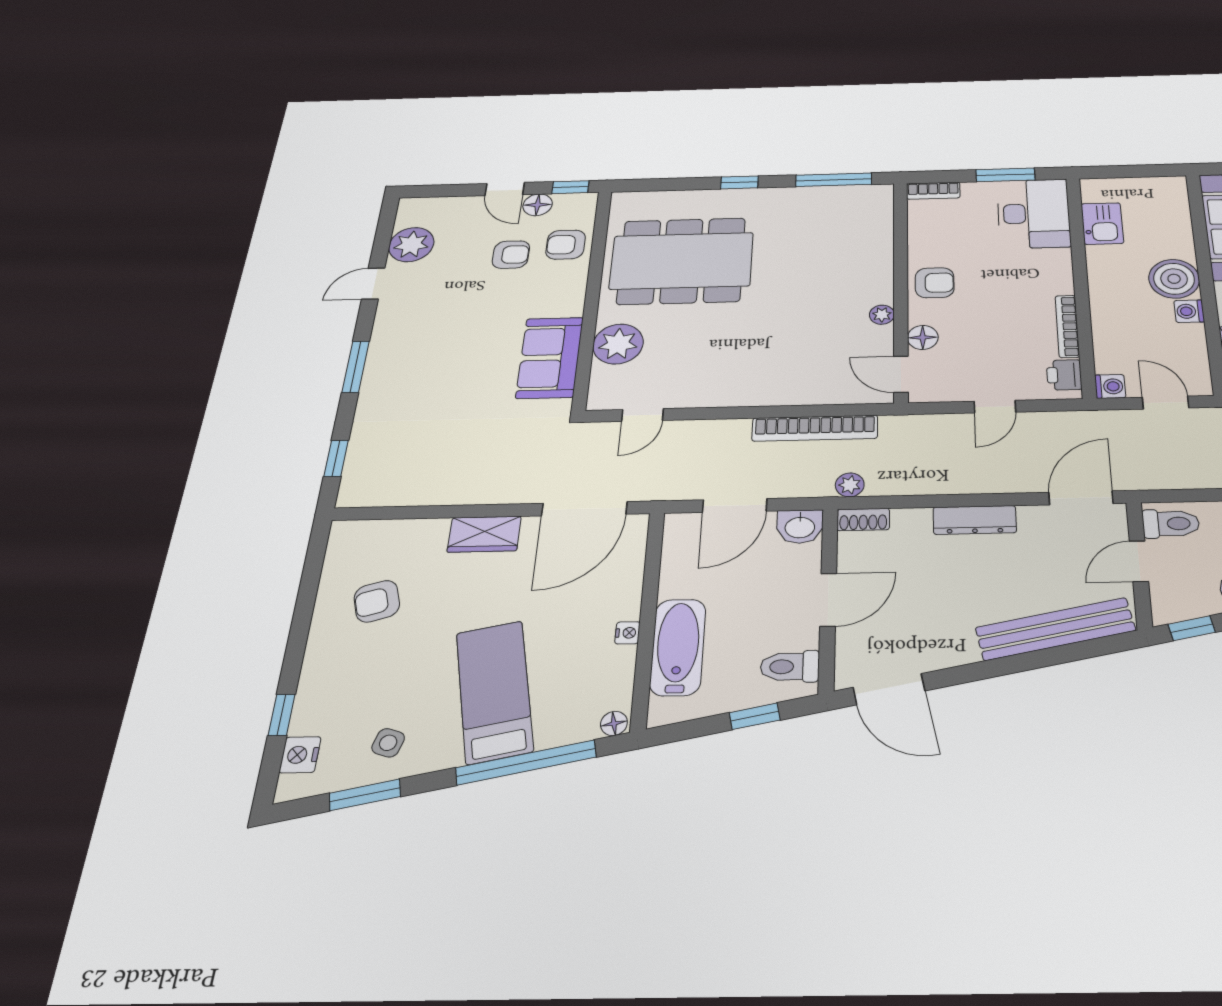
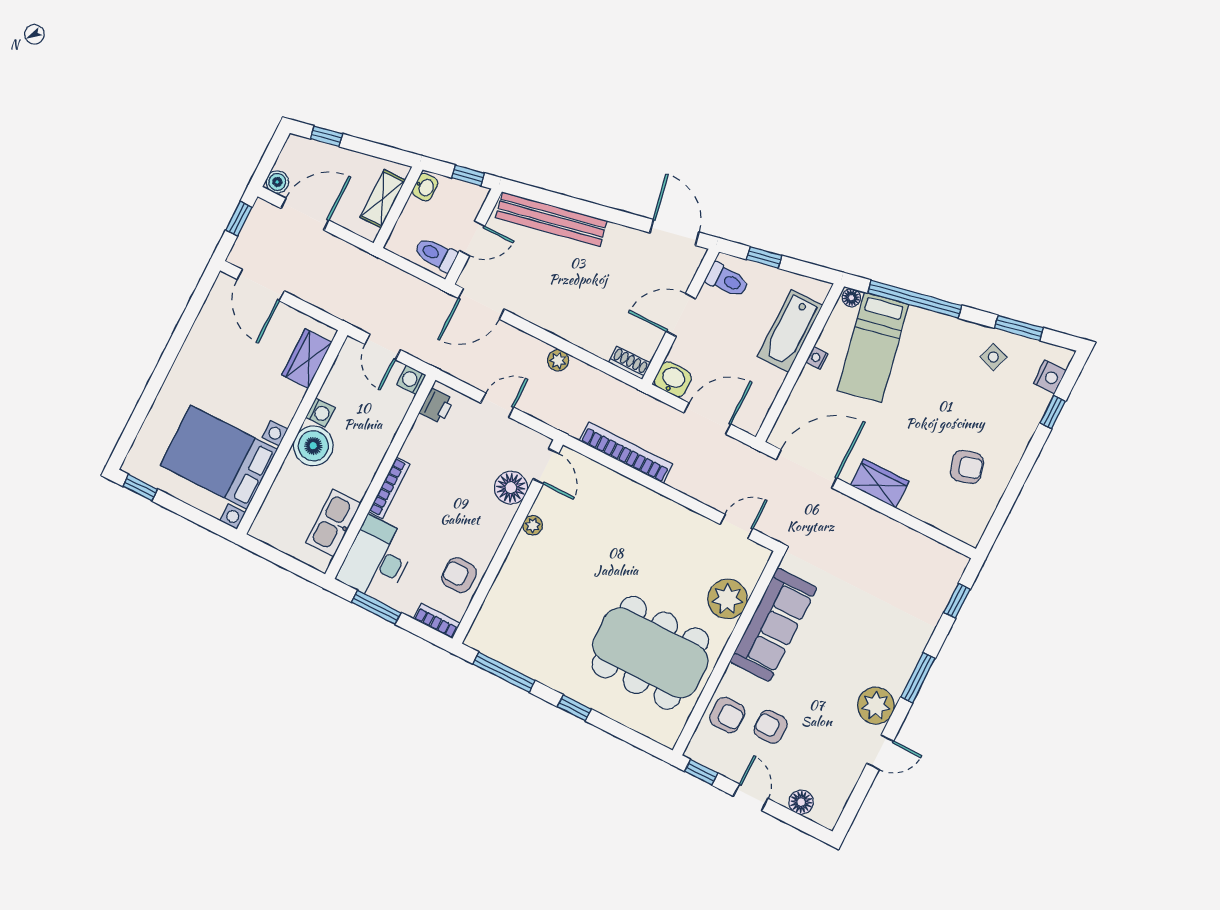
floor lamp: (538, 205) -> (801, 802), moved
kitchen sink: (1102, 223) -> (333, 523), width x1.38
plant: (411, 245) -> (876, 706), moved
armchair: (935, 283) -> (459, 575), moved
bookcase: (1067, 326) -> (389, 488), moved
floor lamp: (923, 337) -> (511, 488), width x1.38, depth x1.38
sofa: (550, 358) -> (773, 625), width x1.36
plant: (850, 485) -> (558, 360), moved
dresser: (975, 520) -> (558, 324), removed
bed: (494, 691) -> (873, 347), moved

